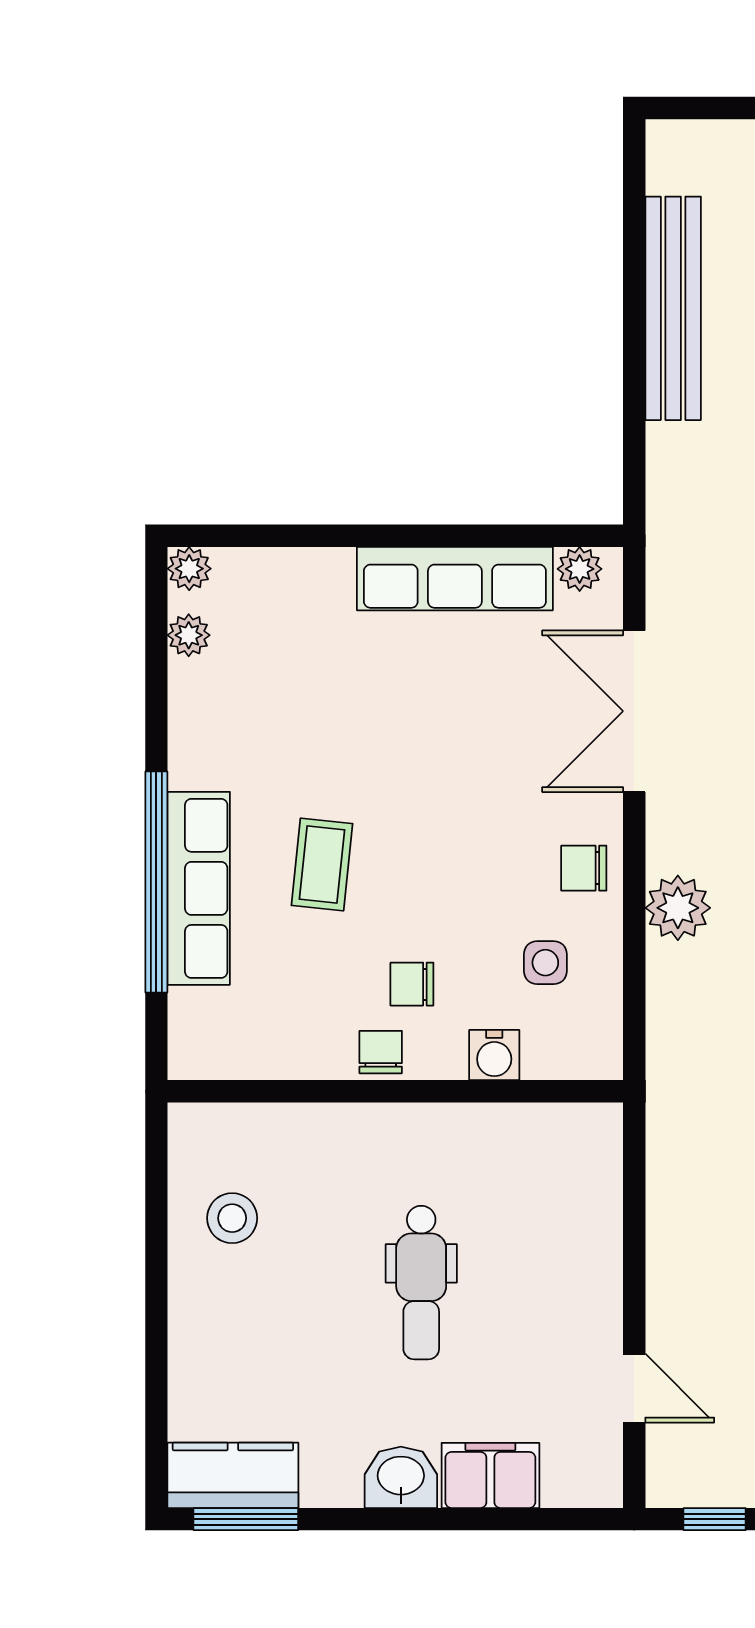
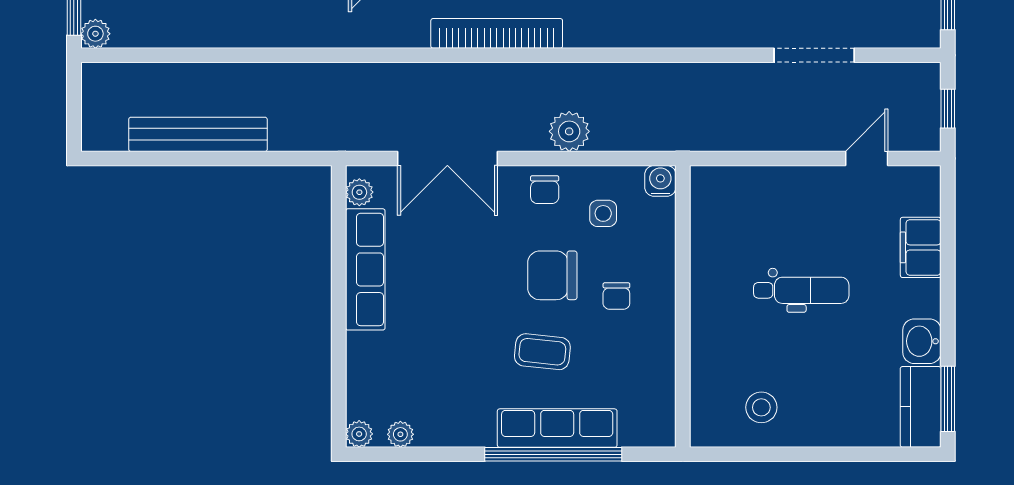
chair: (381, 1052) -> (552, 275), moved, width x1.87, depth x1.87
water cooler: (494, 1055) -> (660, 181), moved, turned -90
washbasin: (401, 1477) -> (922, 341), moved

